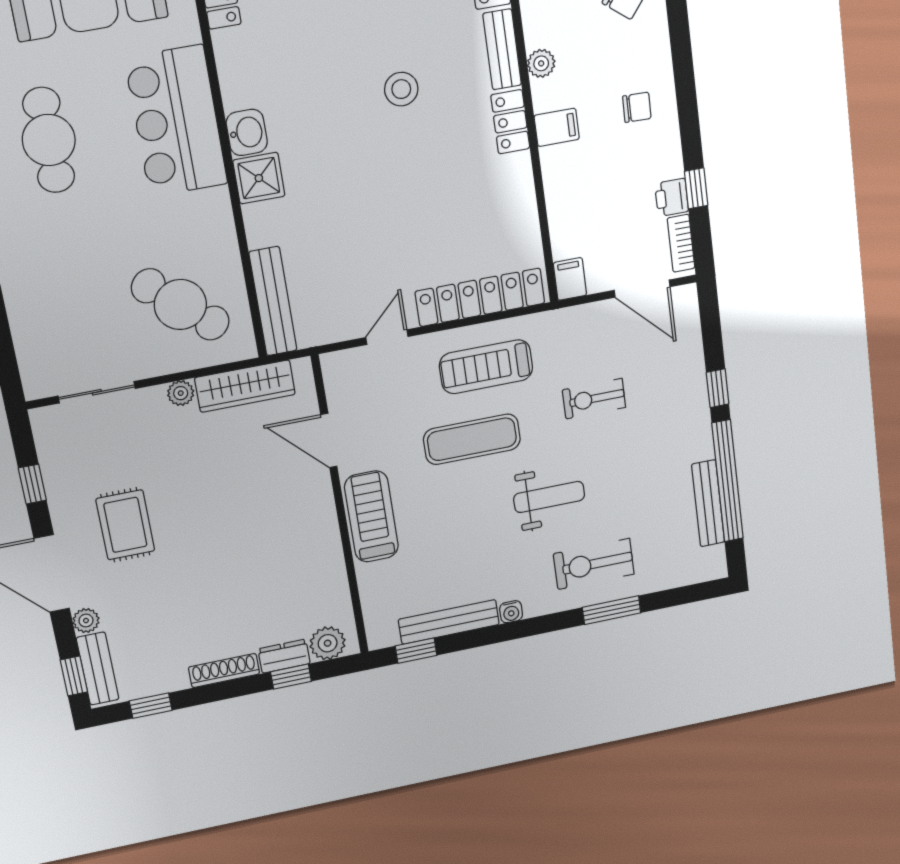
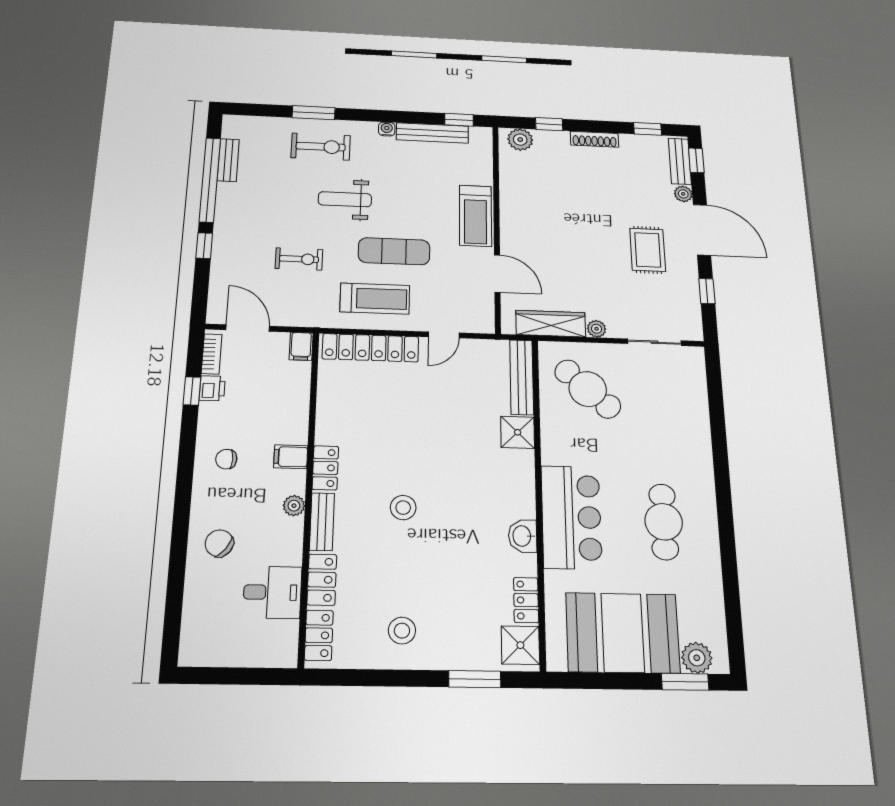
washbasin: (247, 132) -> (523, 536), moved
shower: (259, 178) -> (518, 432), moved
bench: (708, 503) -> (228, 160), width x0.73
dresser: (284, 656) -> (552, 138), removed

